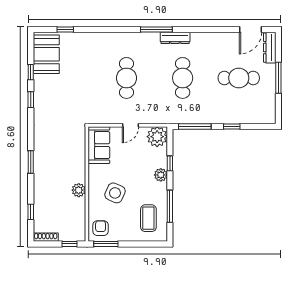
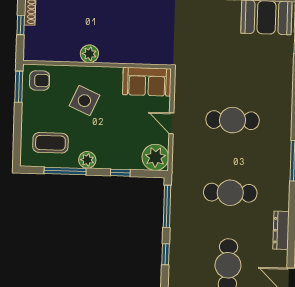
dresser: (175, 38) -> (281, 230), moved
plant: (161, 175) -> (87, 160), moved
window: (69, 244) -> (21, 25), moved

